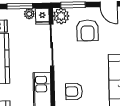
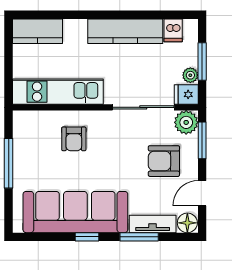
armchair: (74, 92) -> (74, 139), turned 180

